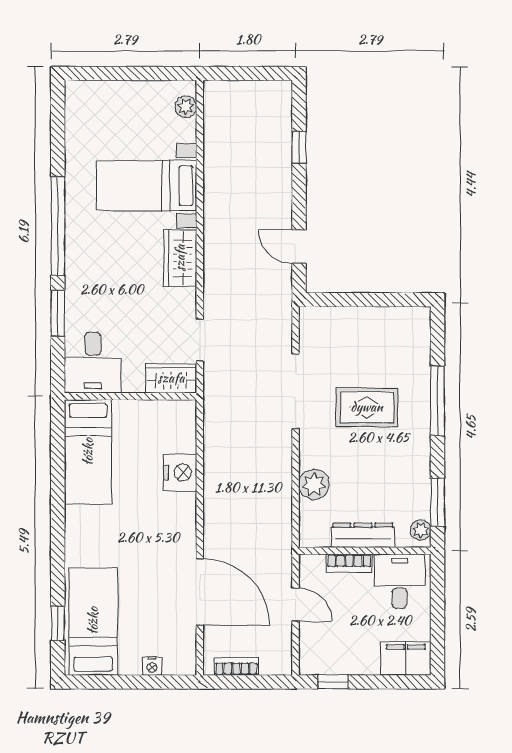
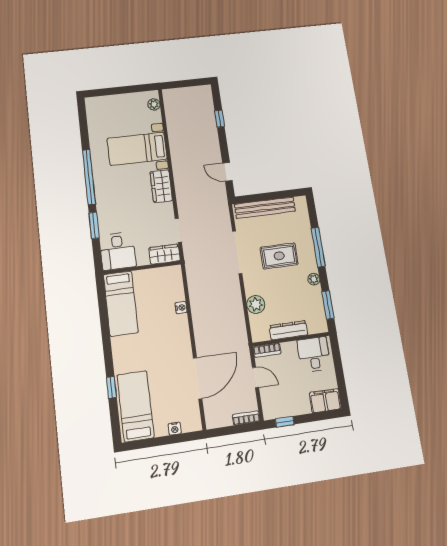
bench: (355, 319) -> (265, 208), added
nightstand: (180, 472) -> (181, 308), width x0.53, depth x0.56
plant: (421, 530) -> (314, 279), moved
bookcase: (349, 563) -> (267, 350), moved
door: (200, 592) -> (198, 378), hinge flipped
window: (58, 623) -> (111, 387), moved
bookcase: (236, 667) -> (246, 418), moved

